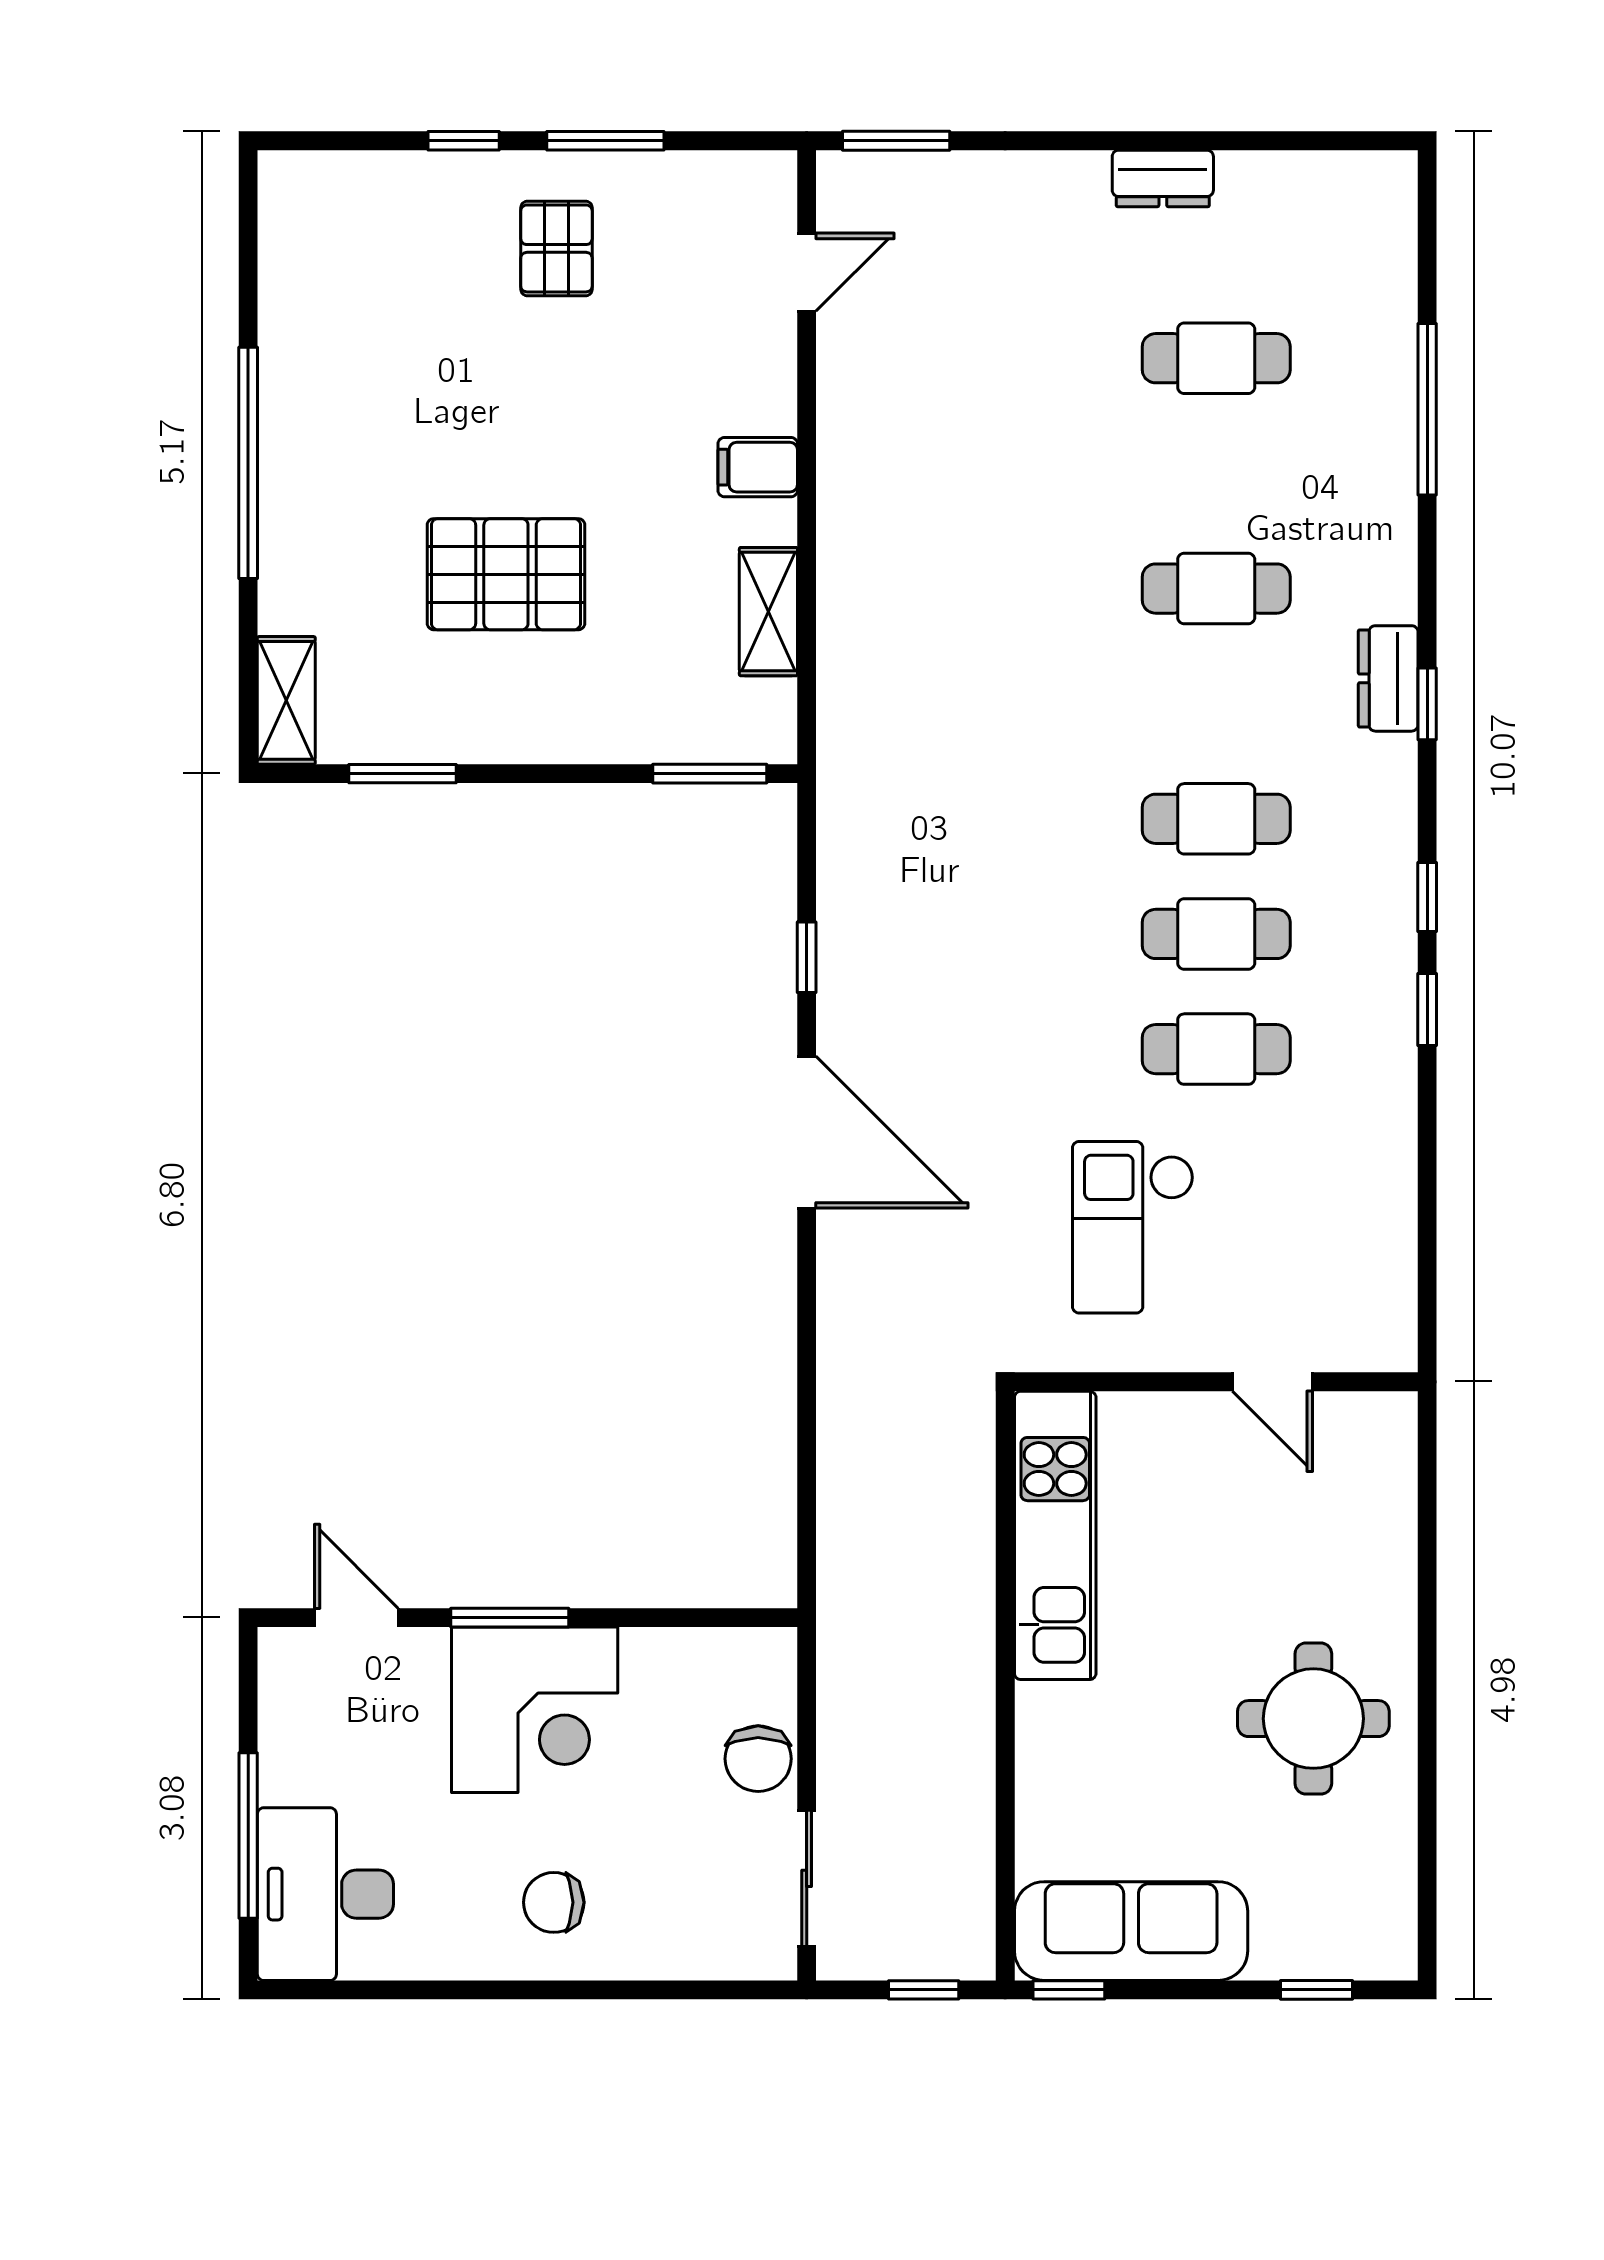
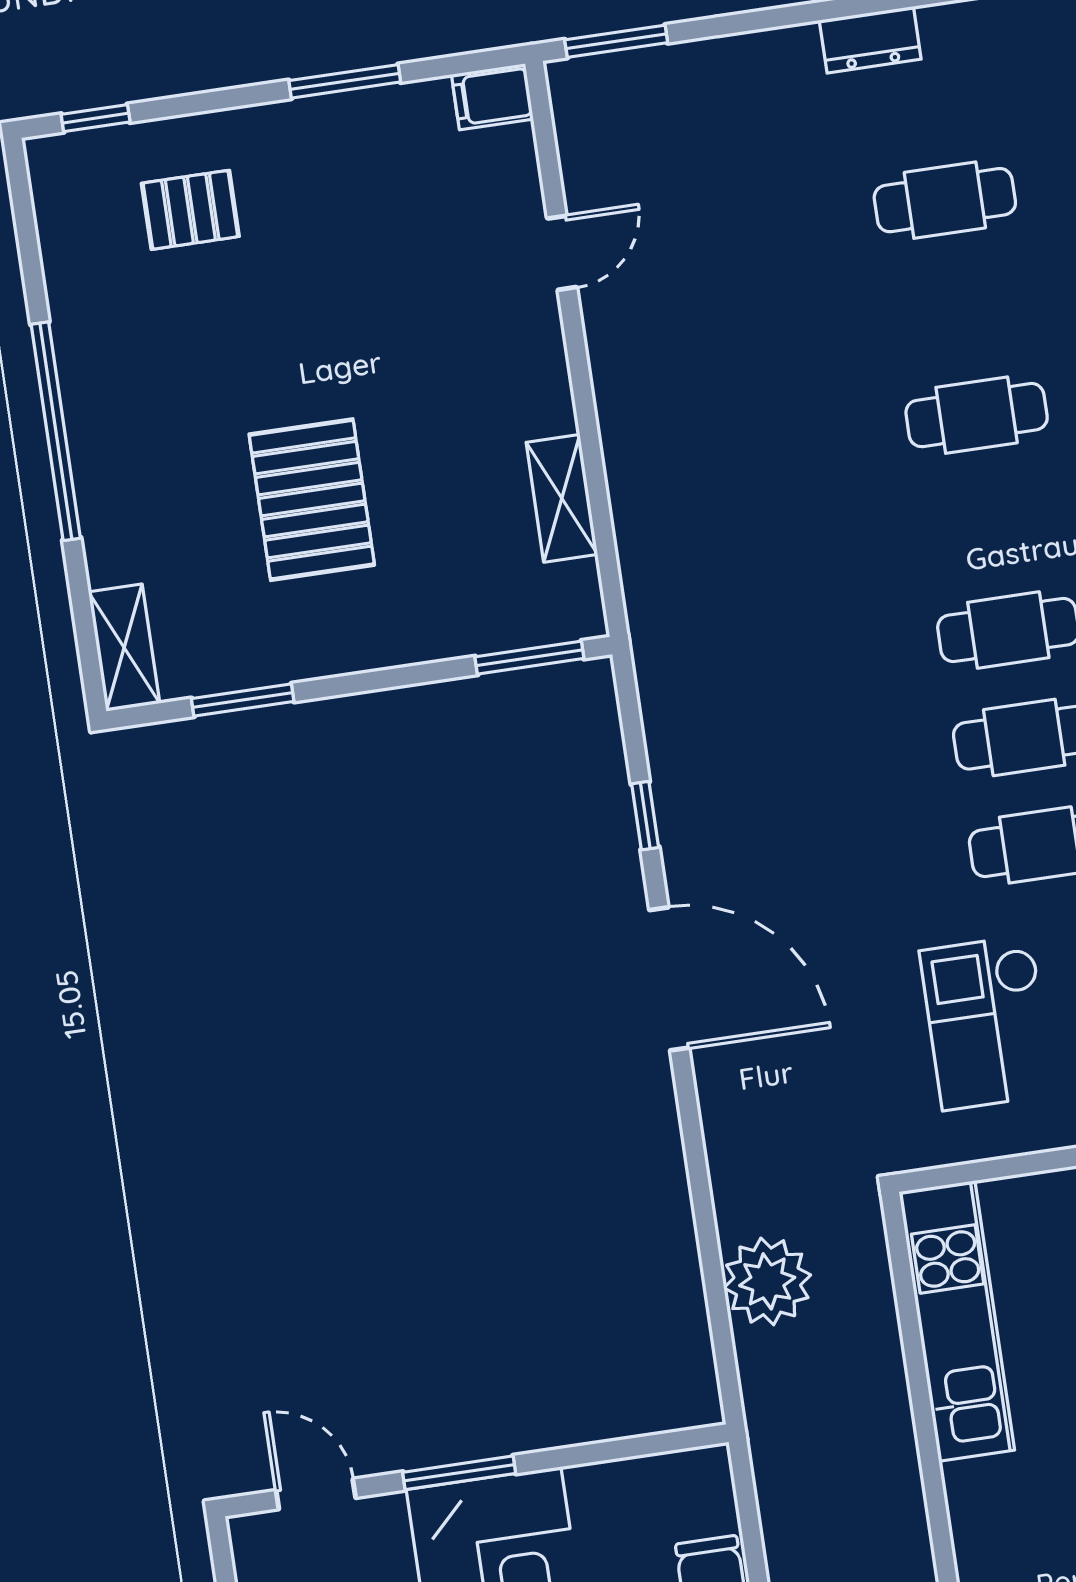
window: (464, 141) -> (96, 118), moved
pallet: (556, 248) -> (190, 210), moved, turned 90
door: (807, 272) -> (562, 253), moved
filing cabinet: (758, 467) -> (492, 97), moved
pallet: (506, 574) -> (312, 500), turned 90
plant: (863, 1465) -> (767, 1281), added

